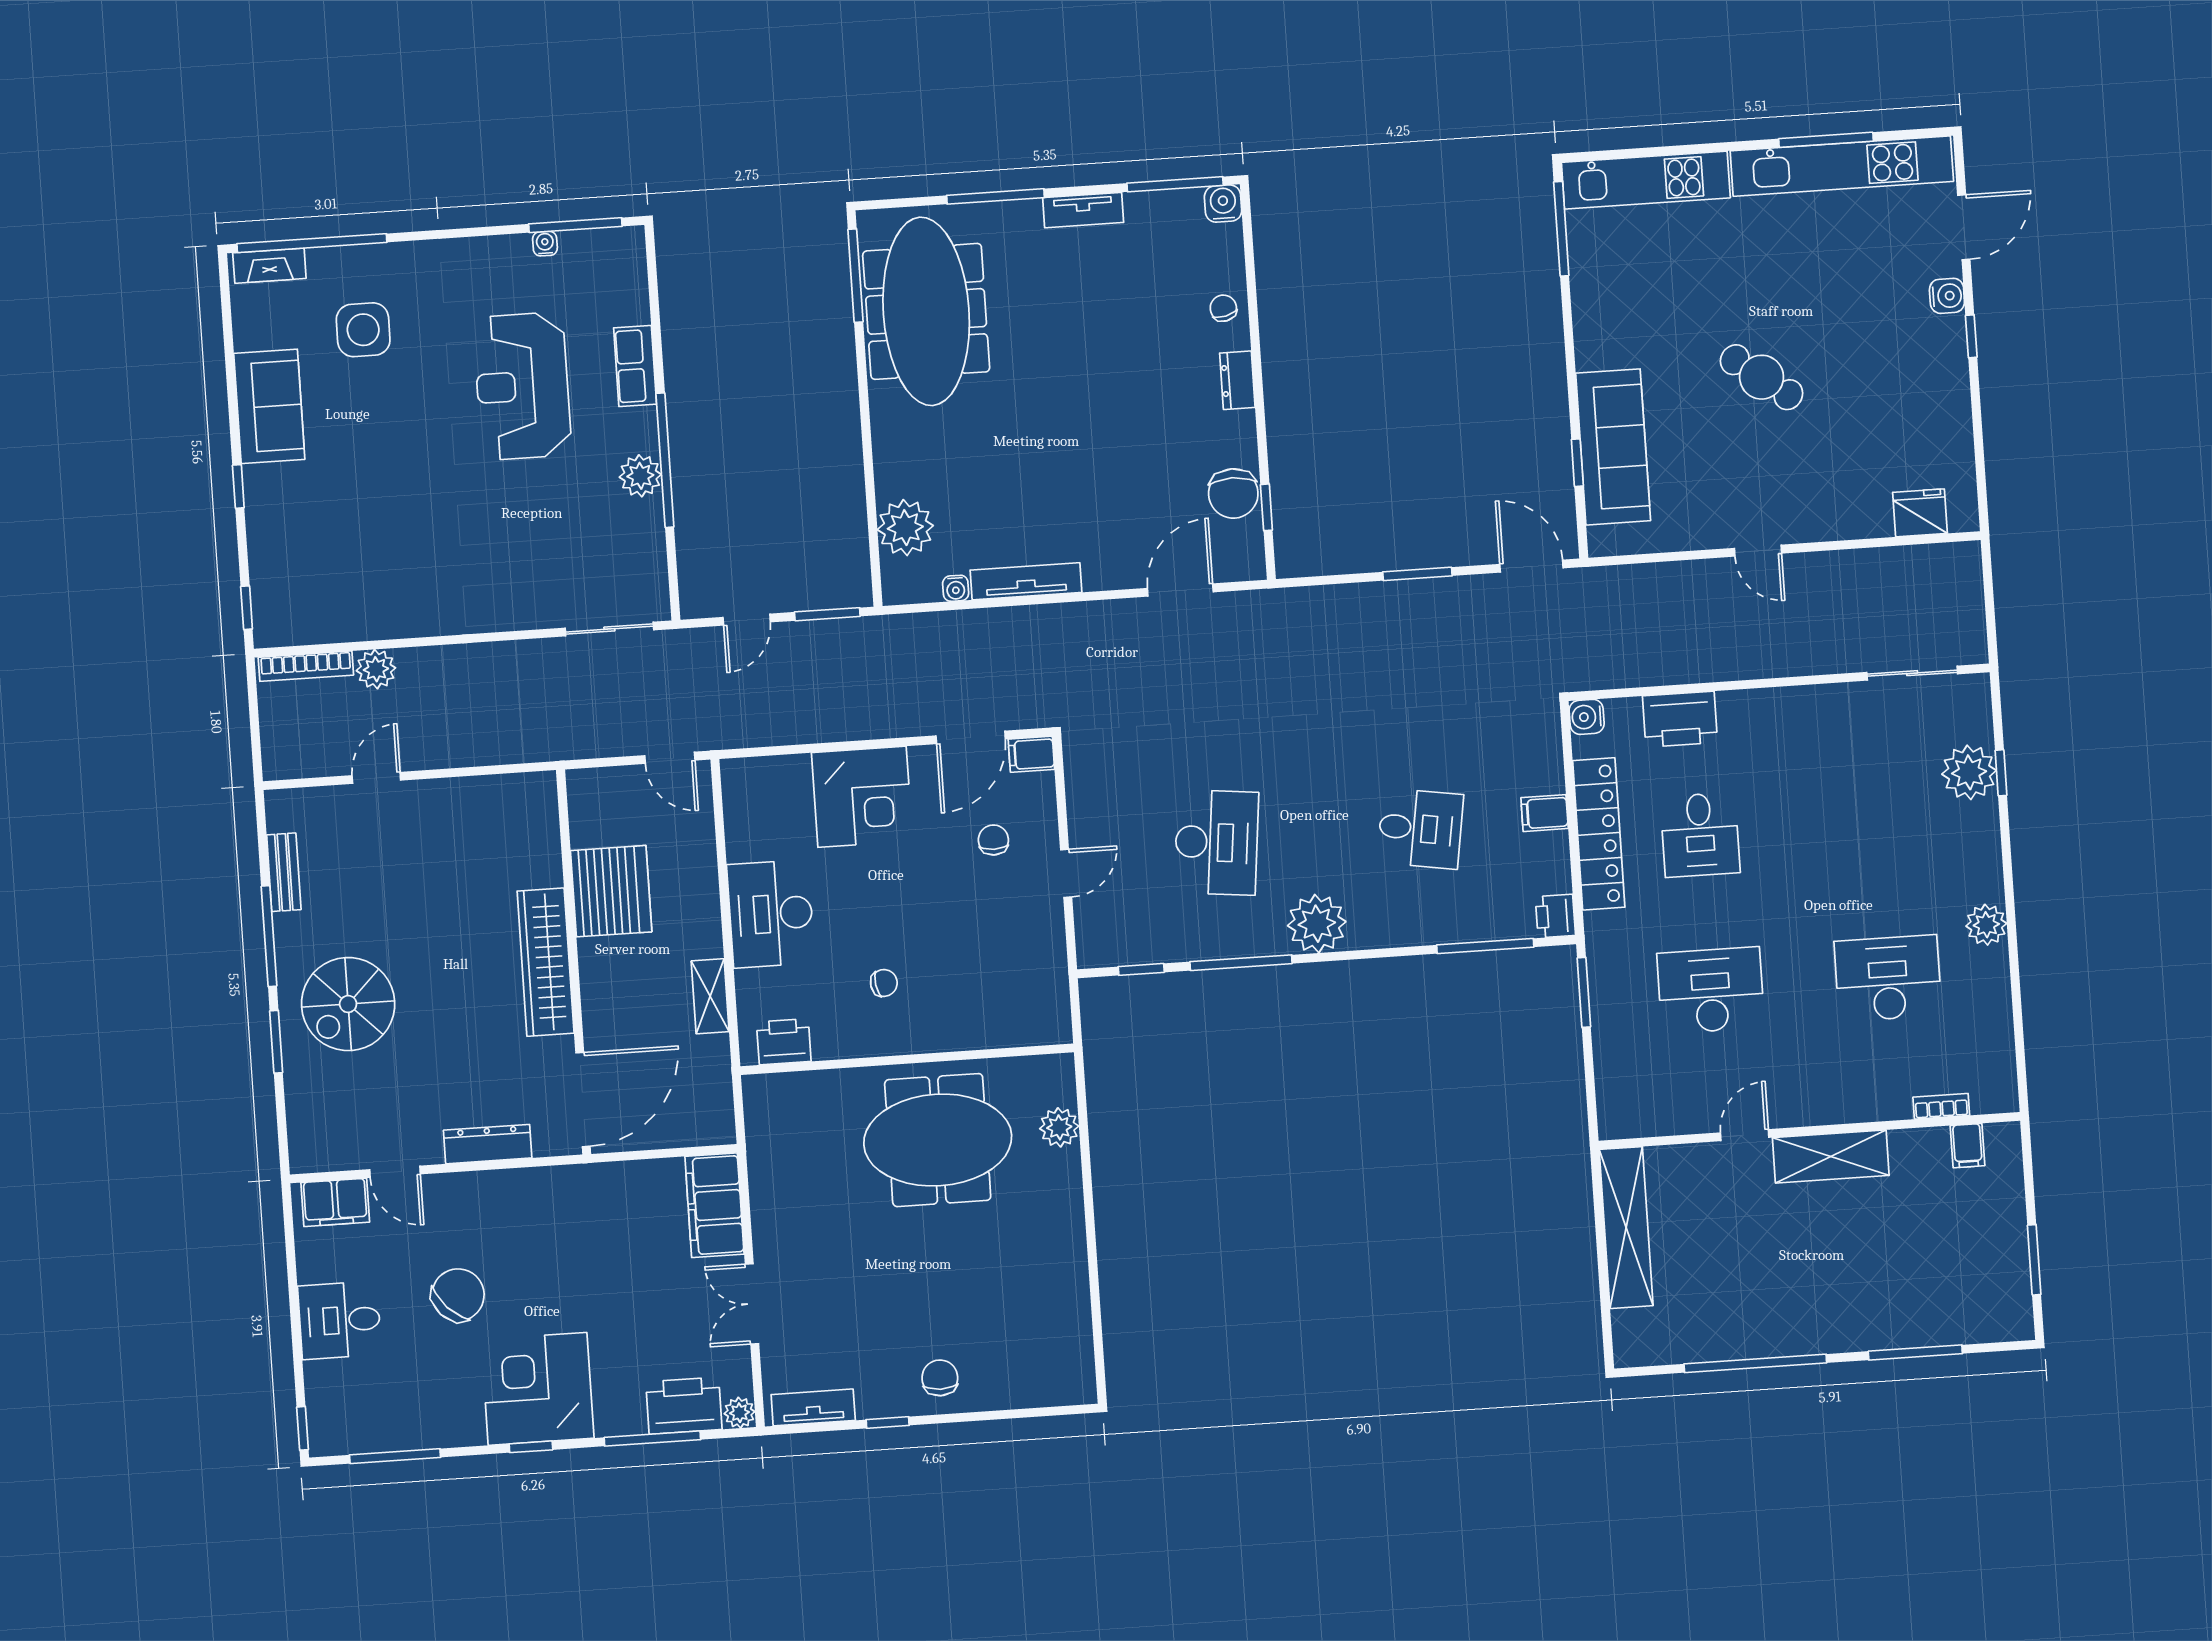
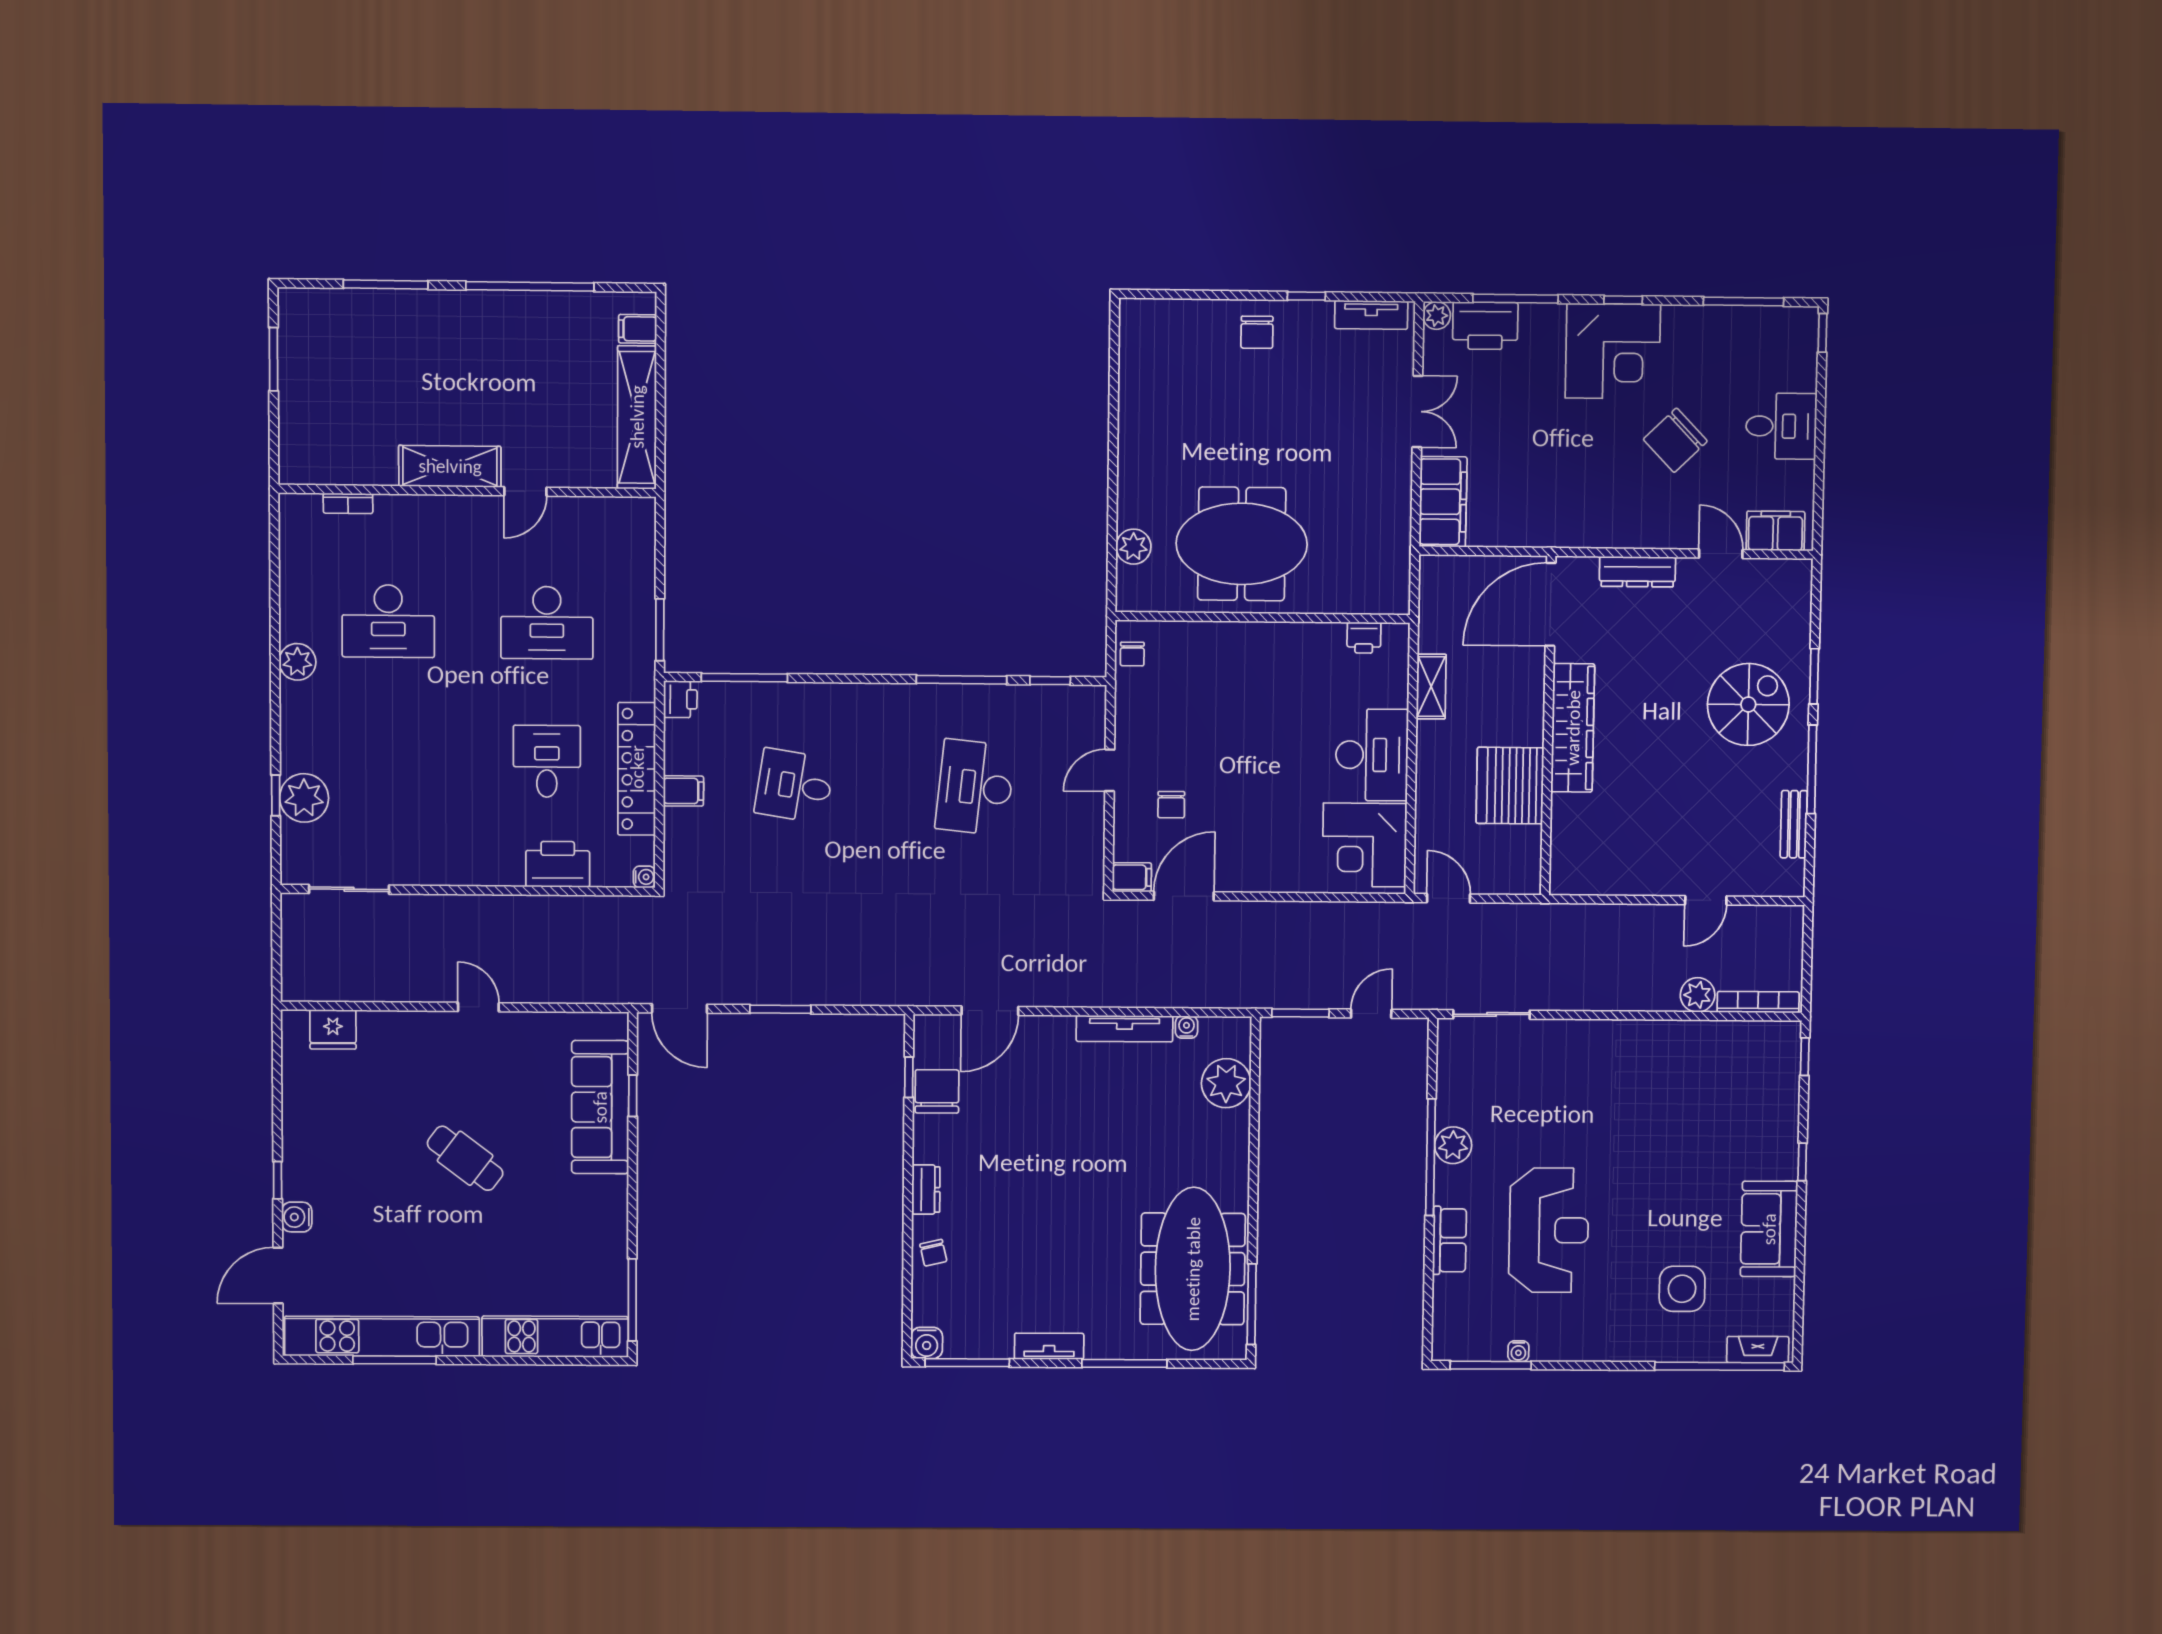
water cooler: (1587, 717) -> (644, 877), width x0.72, depth x0.72
corner desk: (862, 797) -> (1365, 845), moved, turned -90
plant: (1317, 924) -> (892, 709), removed
chair: (884, 983) -> (1132, 654), moved, turned -81
printer: (784, 1042) -> (1364, 638), width x0.73, depth x0.81
filing cabinet: (1967, 1146) -> (638, 329), moved, turned -90

